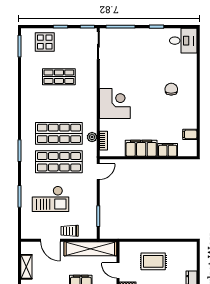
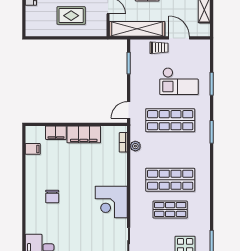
corner desk: (115, 104) -> (111, 202), moved
shop shelf: (59, 133) -> (170, 180), moved
checkout: (51, 199) -> (179, 81), turned 180

